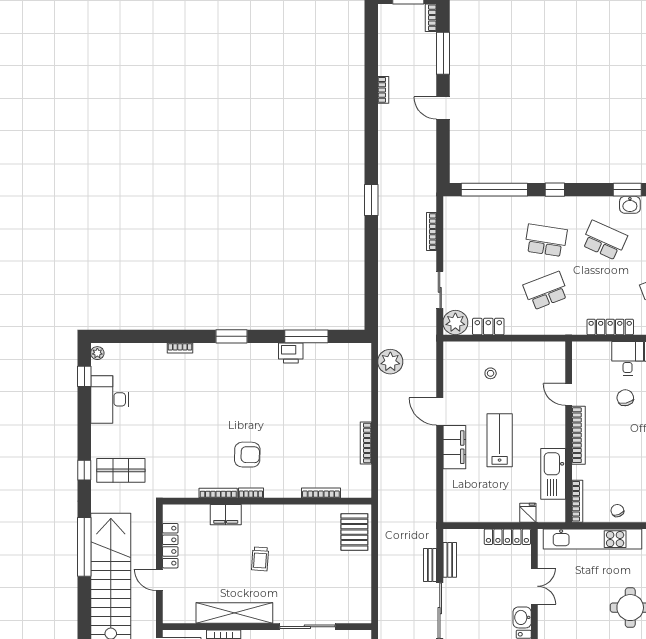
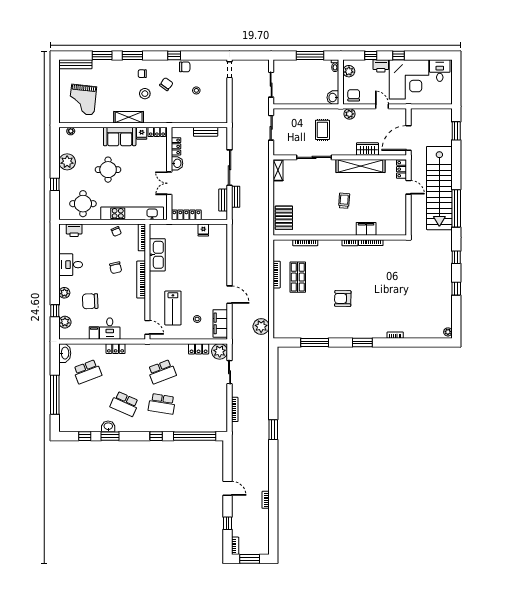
window: (443, 53) -> (227, 523), width x0.46
locker: (610, 327) -> (116, 349), width x0.66
printer: (291, 353) -> (325, 332), removed
window: (84, 376) -> (456, 289), moved
door: (569, 394) -> (147, 327), moved
chair: (625, 398) -> (116, 268), moved
desk: (110, 399) -> (440, 302), removed
lab bench: (500, 440) -> (173, 308), moved
filing cabinet: (454, 447) -> (220, 323), moved
armchair: (247, 455) -> (343, 299), moved
shop shelf: (121, 470) -> (298, 277), moved, turned 90
fridge: (528, 513) -> (203, 230), moved
locker: (170, 546) -> (401, 169), moved, width x0.66
shelving: (364, 607) -> (278, 170), added

